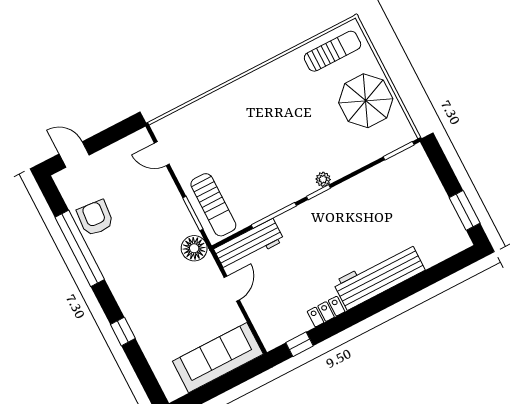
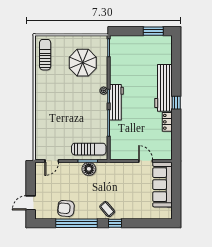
parasol: (366, 101) -> (83, 63), moved
workbench: (249, 245) -> (116, 102), moved
floor lamp: (194, 248) -> (89, 169), moved
coffee table: (130, 287) -> (107, 209), added
door: (232, 289) -> (146, 161), moved
window: (123, 331) -> (115, 223), moved
window: (300, 344) -> (176, 103), moved

